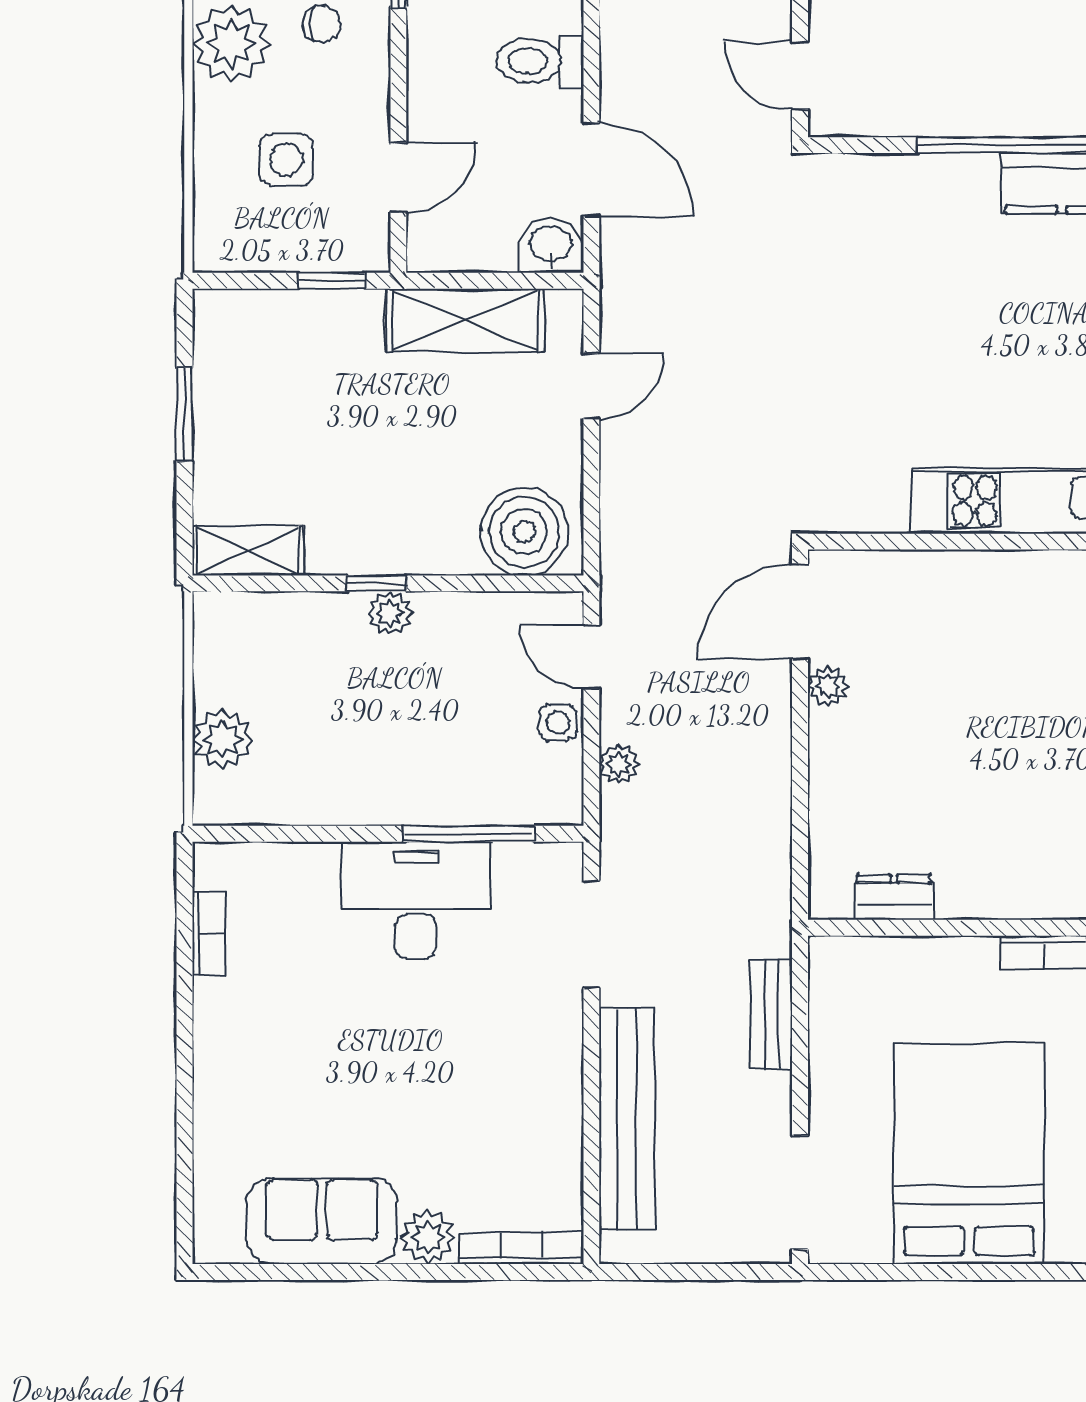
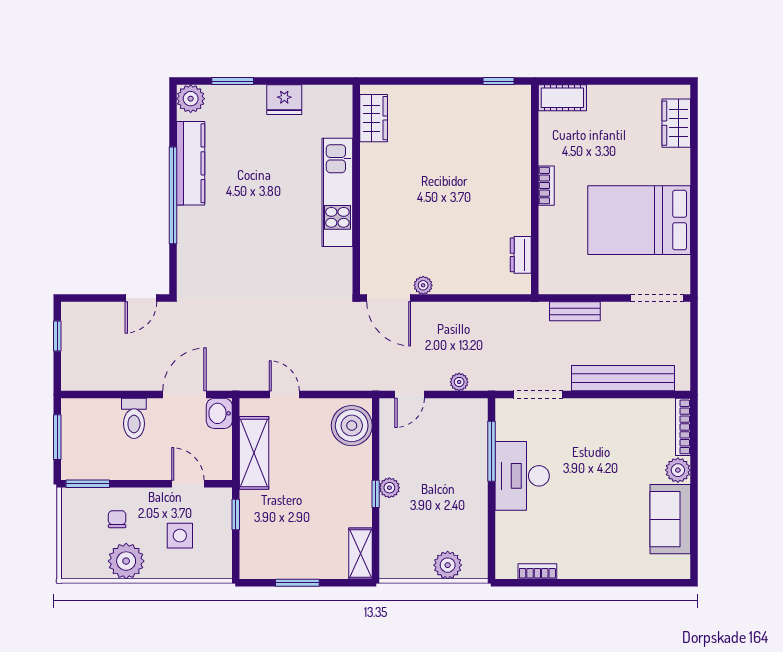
side table: (558, 722) -> (440, 410), removed

